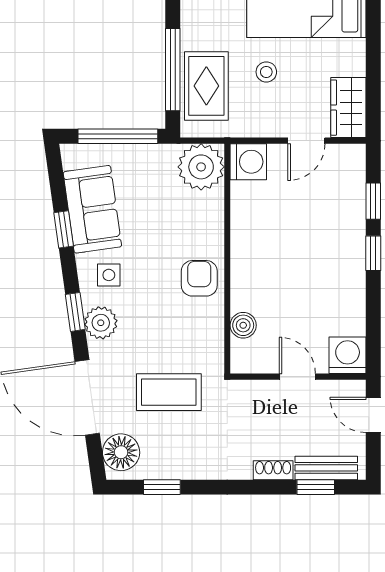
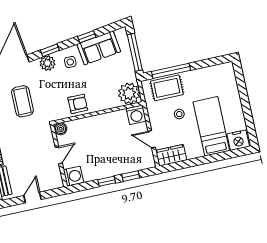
washing machine: (348, 355) -> (73, 176), moved
door: (297, 377) -> (59, 155), moved
wall: (298, 377) -> (59, 156), moved

